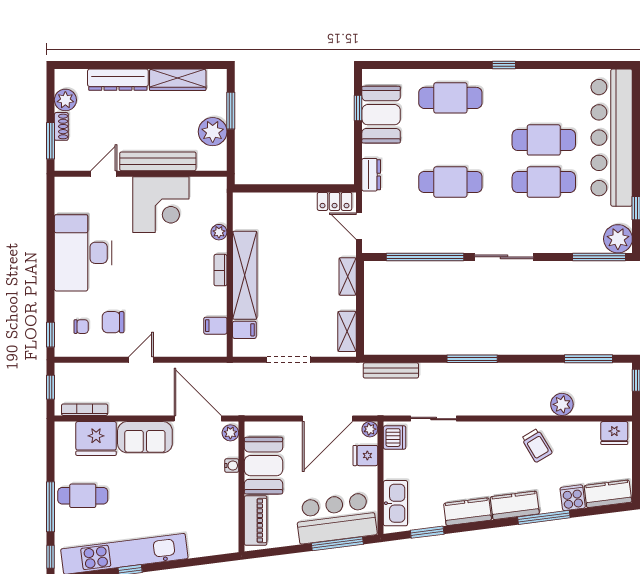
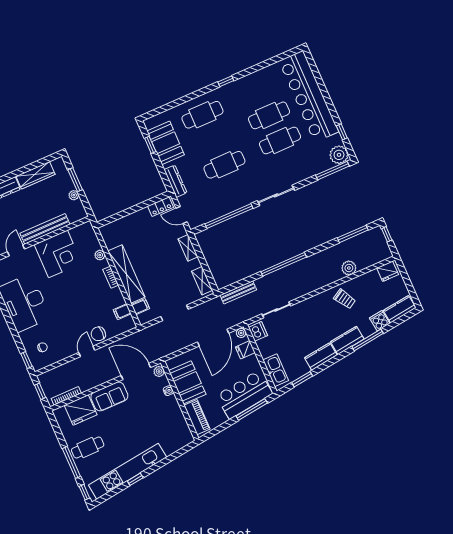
plant: (213, 132) -> (74, 195), width x0.53, depth x0.53
dresser: (371, 175) -> (175, 181), width x1.44
chair: (113, 322) -> (98, 334), moved
window: (472, 359) -> (284, 264), width x1.46

